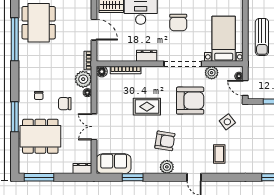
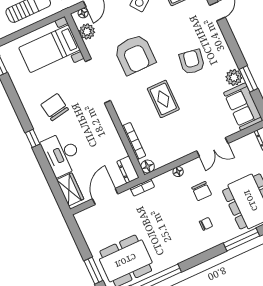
chair: (178, 22) -> (55, 107), turned -100
dresser: (147, 56) -> (128, 170), moved
plant: (212, 73) -> (87, 32), moved
plant: (83, 79) -> (165, 183), removed
armchair: (190, 101) -> (135, 54), turned 180
plant: (167, 167) -> (234, 77), moved

